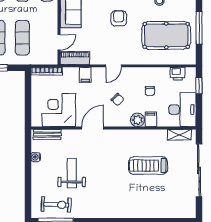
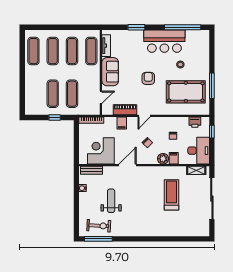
piano: (75, 58) -> (125, 110), moved
treadmill: (148, 166) -> (171, 195), turned 90

